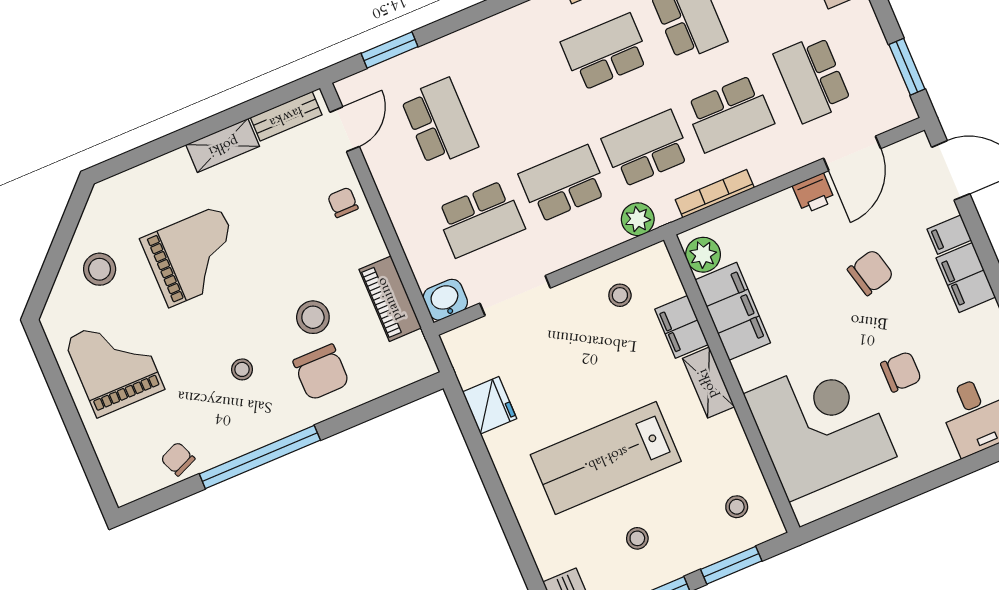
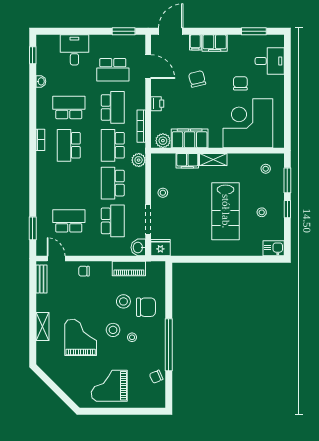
shelving: (223, 146) -> (42, 326), moved
printer: (814, 193) -> (157, 104), moved
stool: (100, 269) -> (113, 330), moved
stool: (620, 295) -> (163, 193), moved
fridge: (490, 405) -> (160, 248), moved

